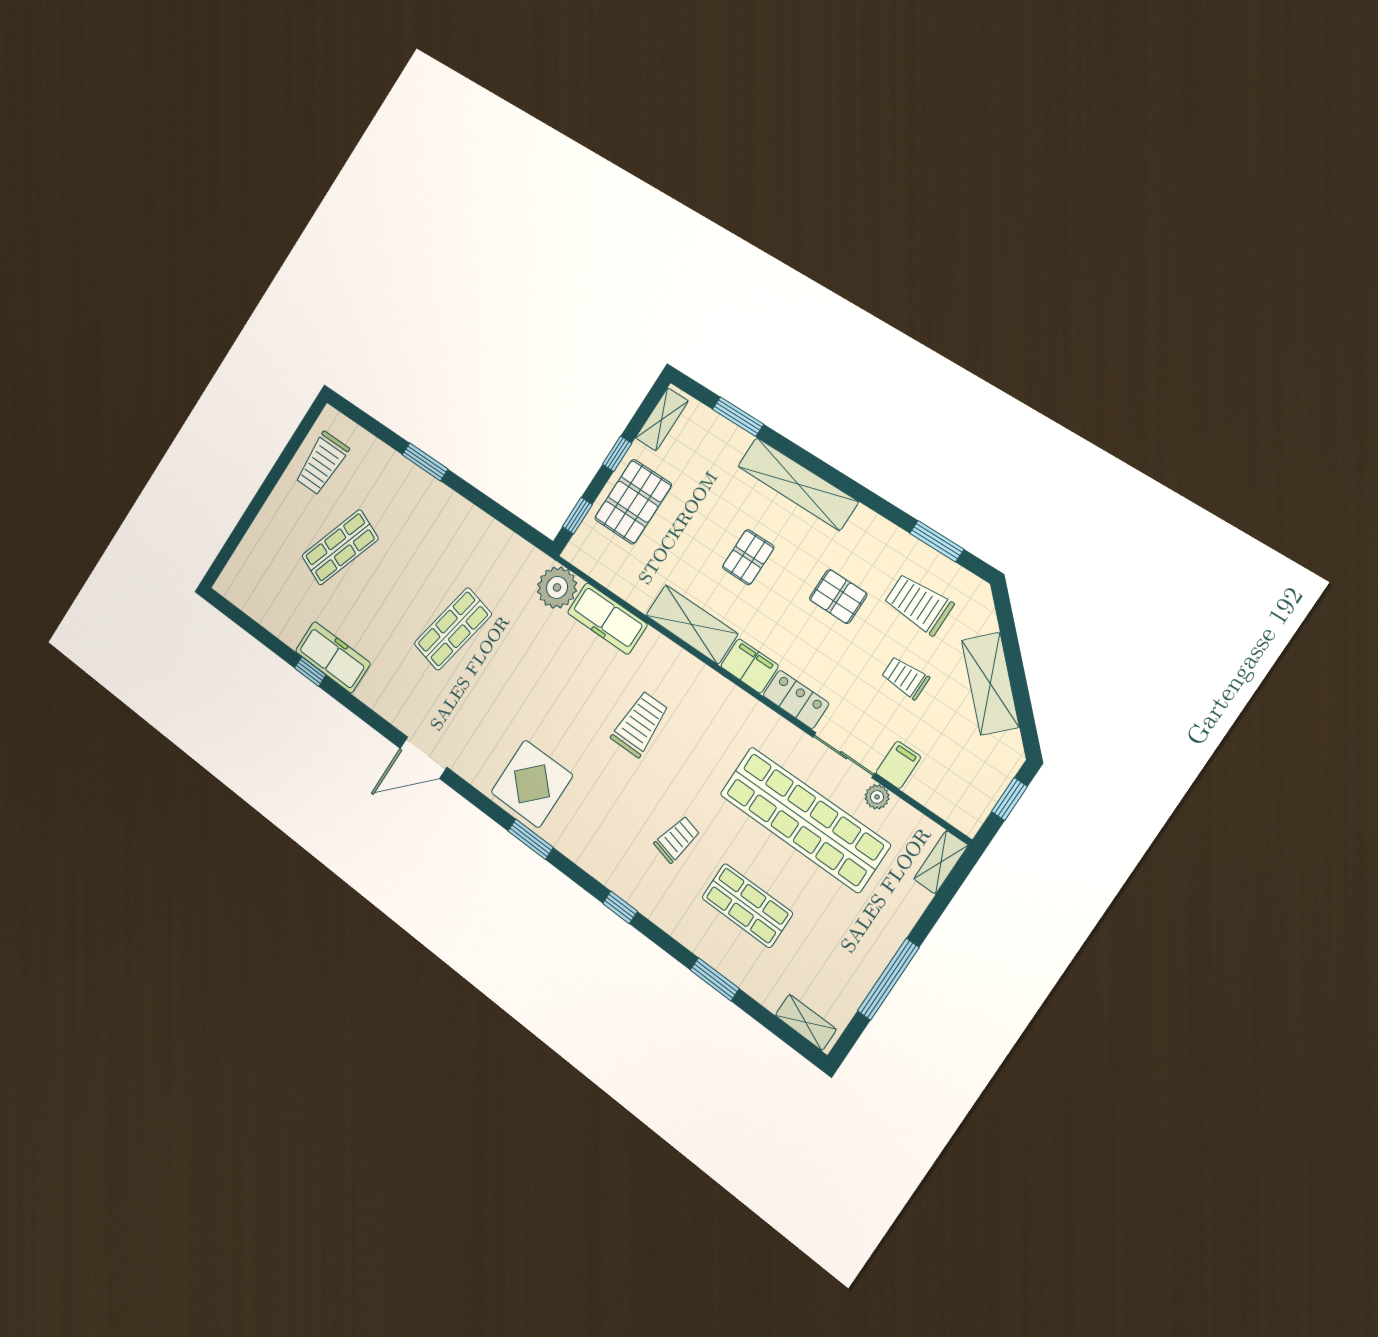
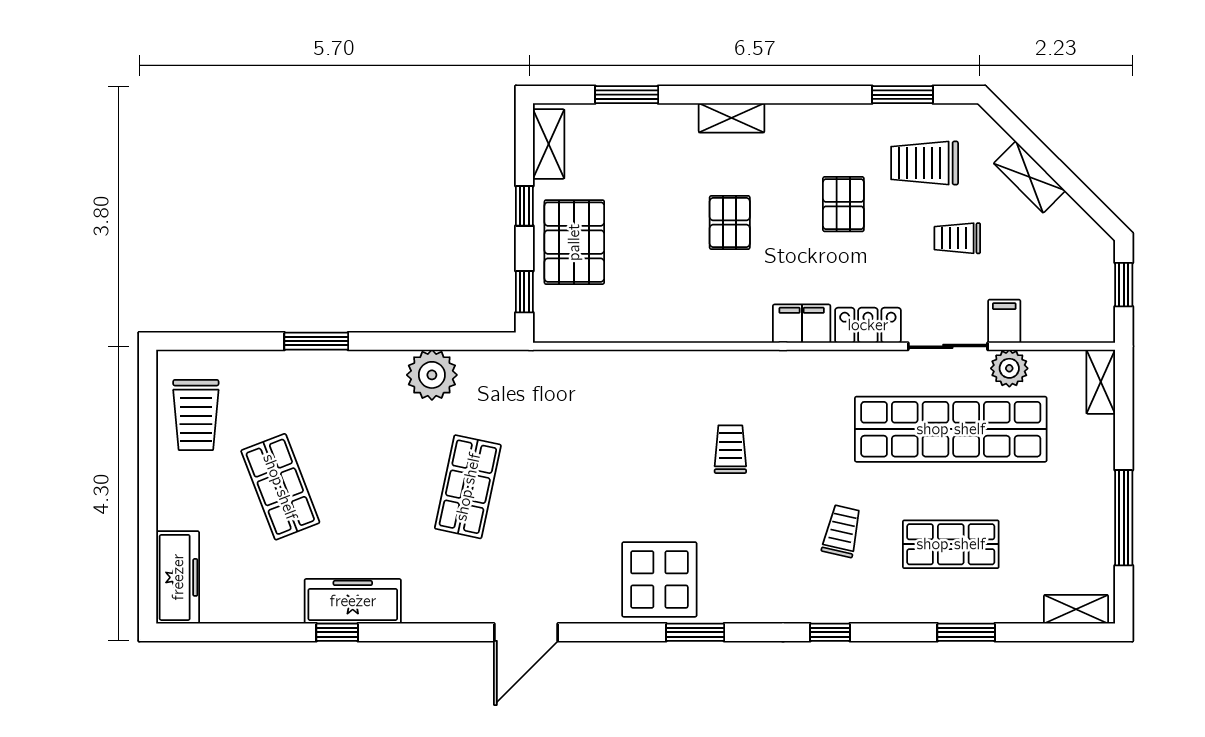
shelving: (798, 484) -> (732, 118), width x0.45, depth x0.75
shop shelf: (340, 547) -> (280, 487), turned -42
plant: (557, 587) -> (432, 375), moved
pallet: (838, 596) -> (843, 204), turned 90
freezer: (607, 619) -> (178, 577), moved, turned -90
shelving: (692, 624) -> (717, 322), removed
shelving: (990, 684) -> (1030, 177), width x0.67, depth x0.75
trolley: (640, 724) -> (730, 449), width x0.73, depth x0.72
plant: (877, 797) -> (1009, 368), width x1.38, depth x1.38

